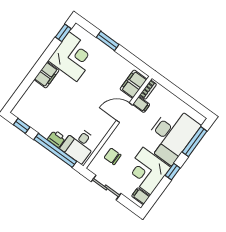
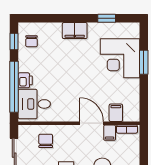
window: (63, 33) -> (107, 18), moved
corner desk: (73, 57) -> (120, 58), moved, turned 90
filing cabinet: (133, 84) -> (116, 113), width x0.50
chair: (31, 113) -> (31, 41), added

